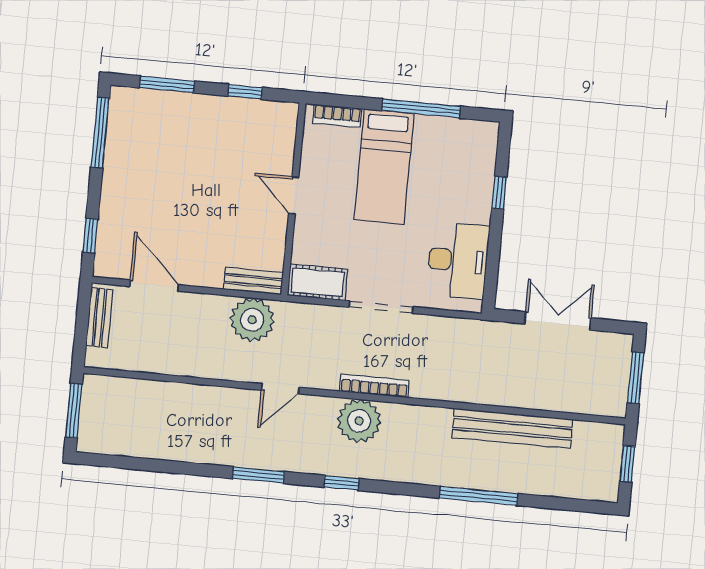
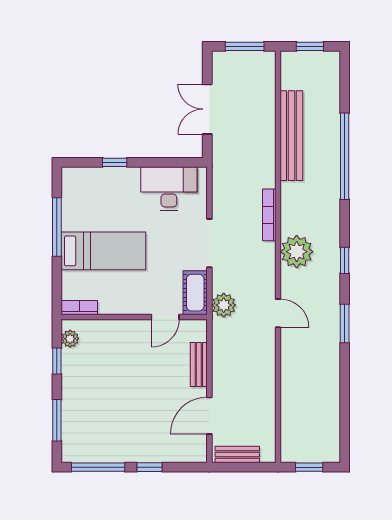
plant: (273, 112) -> (70, 339), added
bookcase: (337, 116) -> (79, 308), moved, turned -90
door: (294, 195) -> (165, 317), moved
window: (90, 236) -> (150, 467), moved
bench: (253, 281) -> (199, 365), moved
plant: (252, 320) -> (224, 305), moved, width x0.73, depth x0.73
bookcase: (374, 386) -> (269, 215), moved
window: (74, 411) -> (309, 467), width x0.67
window: (479, 496) -> (345, 156), width x1.46

